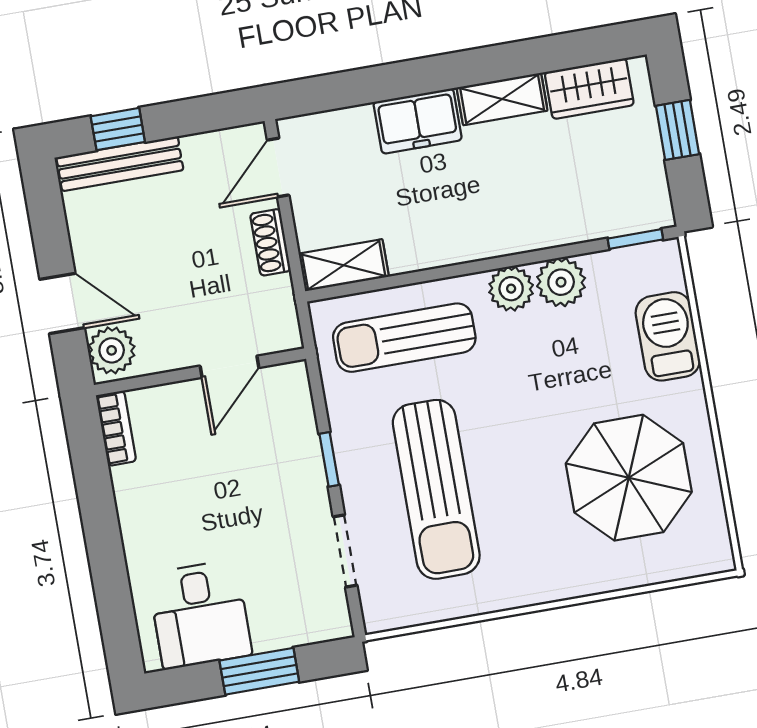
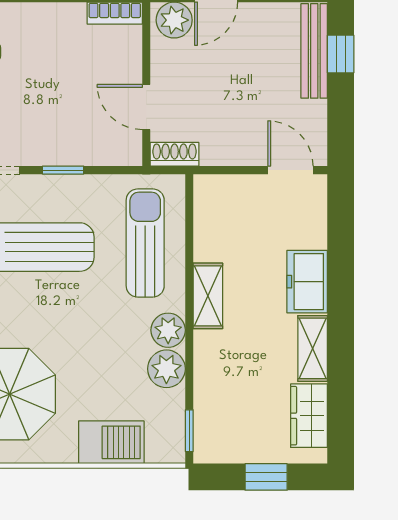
shoe rack: (270, 242) -> (175, 154), moved
shelving: (344, 265) -> (208, 296), moved

